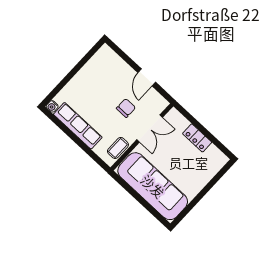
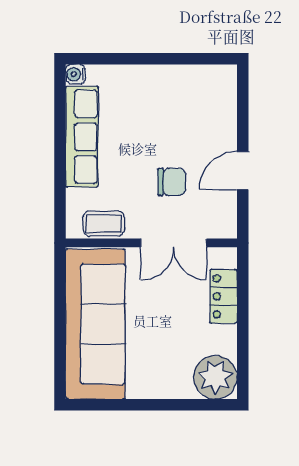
locker: (197, 138) -> (224, 296), moved
plant: (214, 160) -> (215, 377), added

